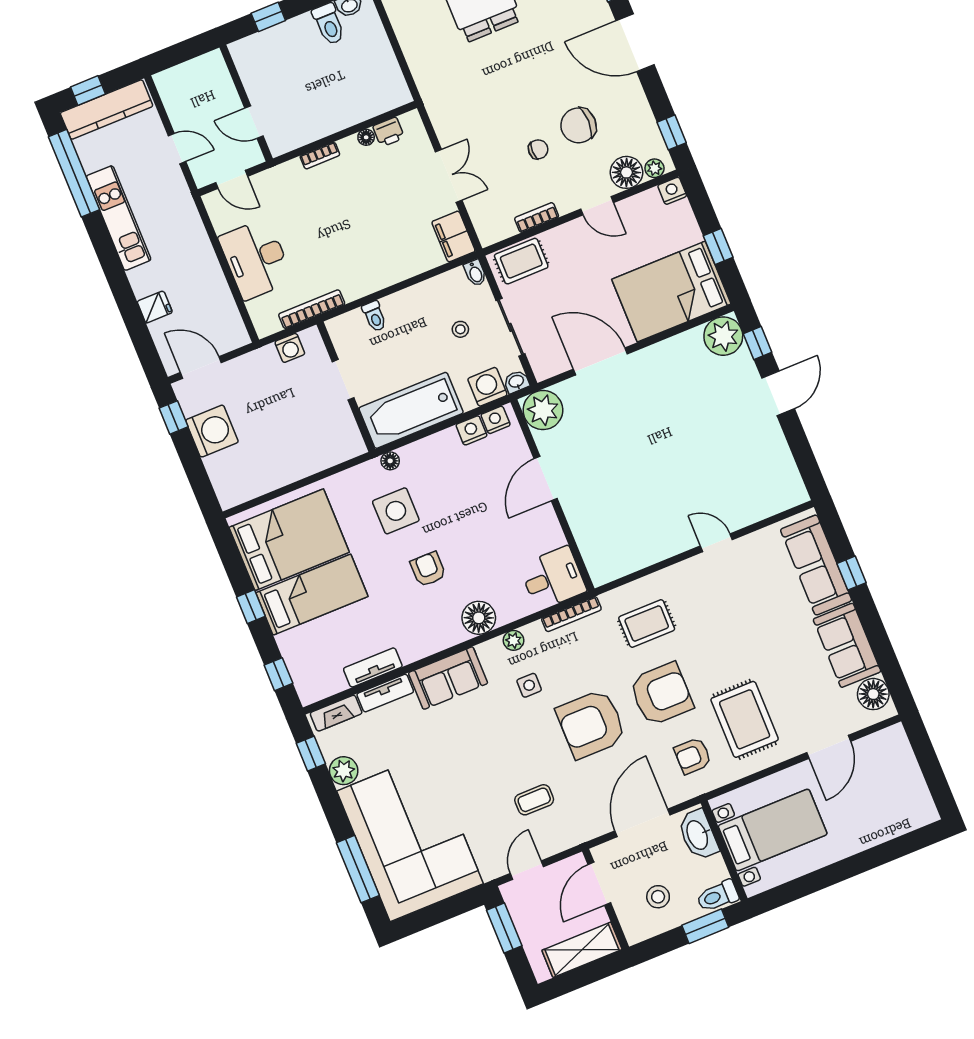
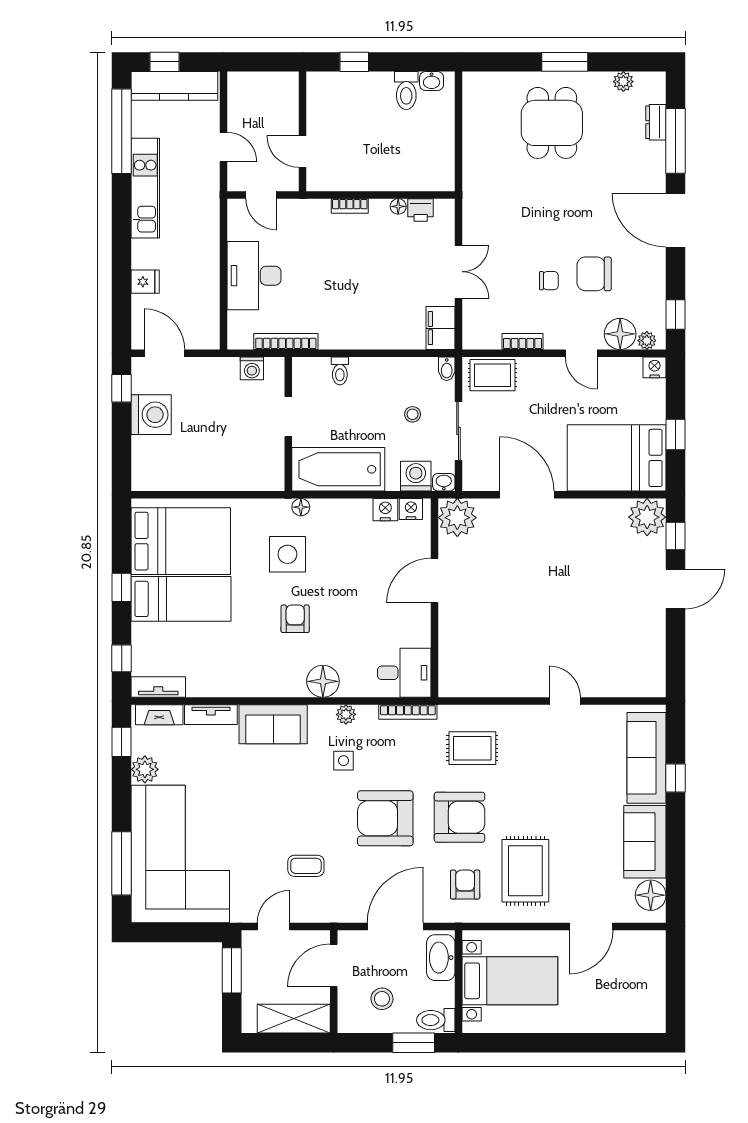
tv unit: (373, 667) -> (158, 687), moved
armchair: (693, 756) -> (465, 885), turned 90

